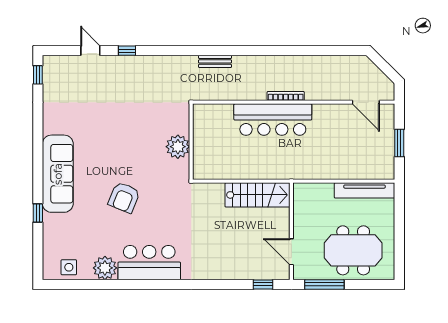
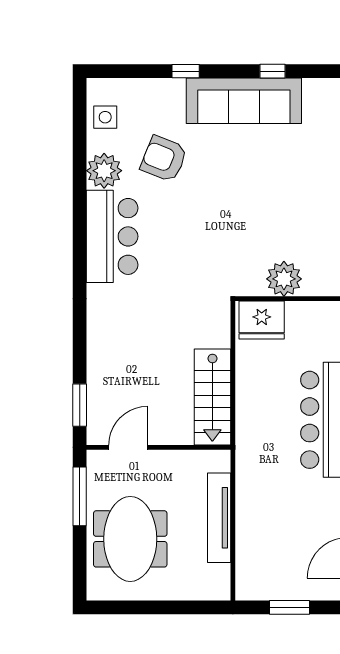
window: (38, 154) -> (272, 71), added
fridge: (206, 162) -> (262, 320), added
tv unit: (365, 190) -> (219, 518), moved
armchair: (124, 197) -> (164, 159), moved
window: (263, 284) -> (80, 405), width x1.50

